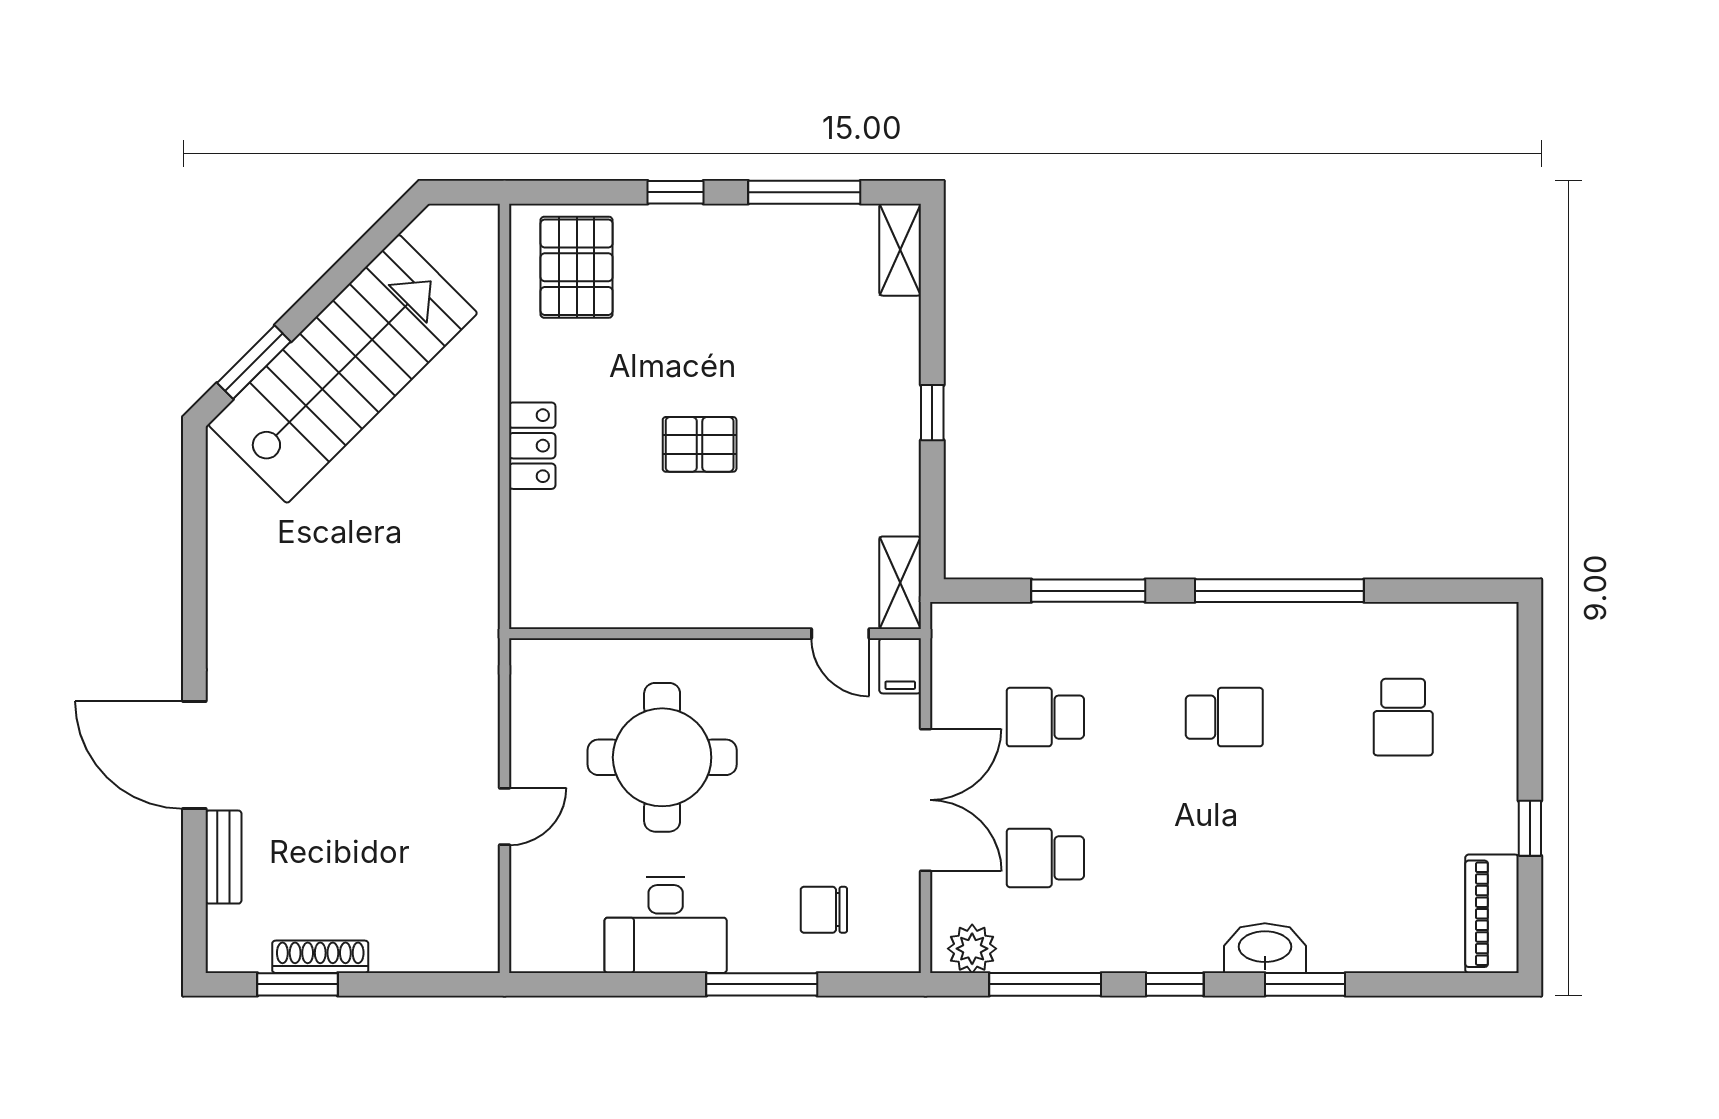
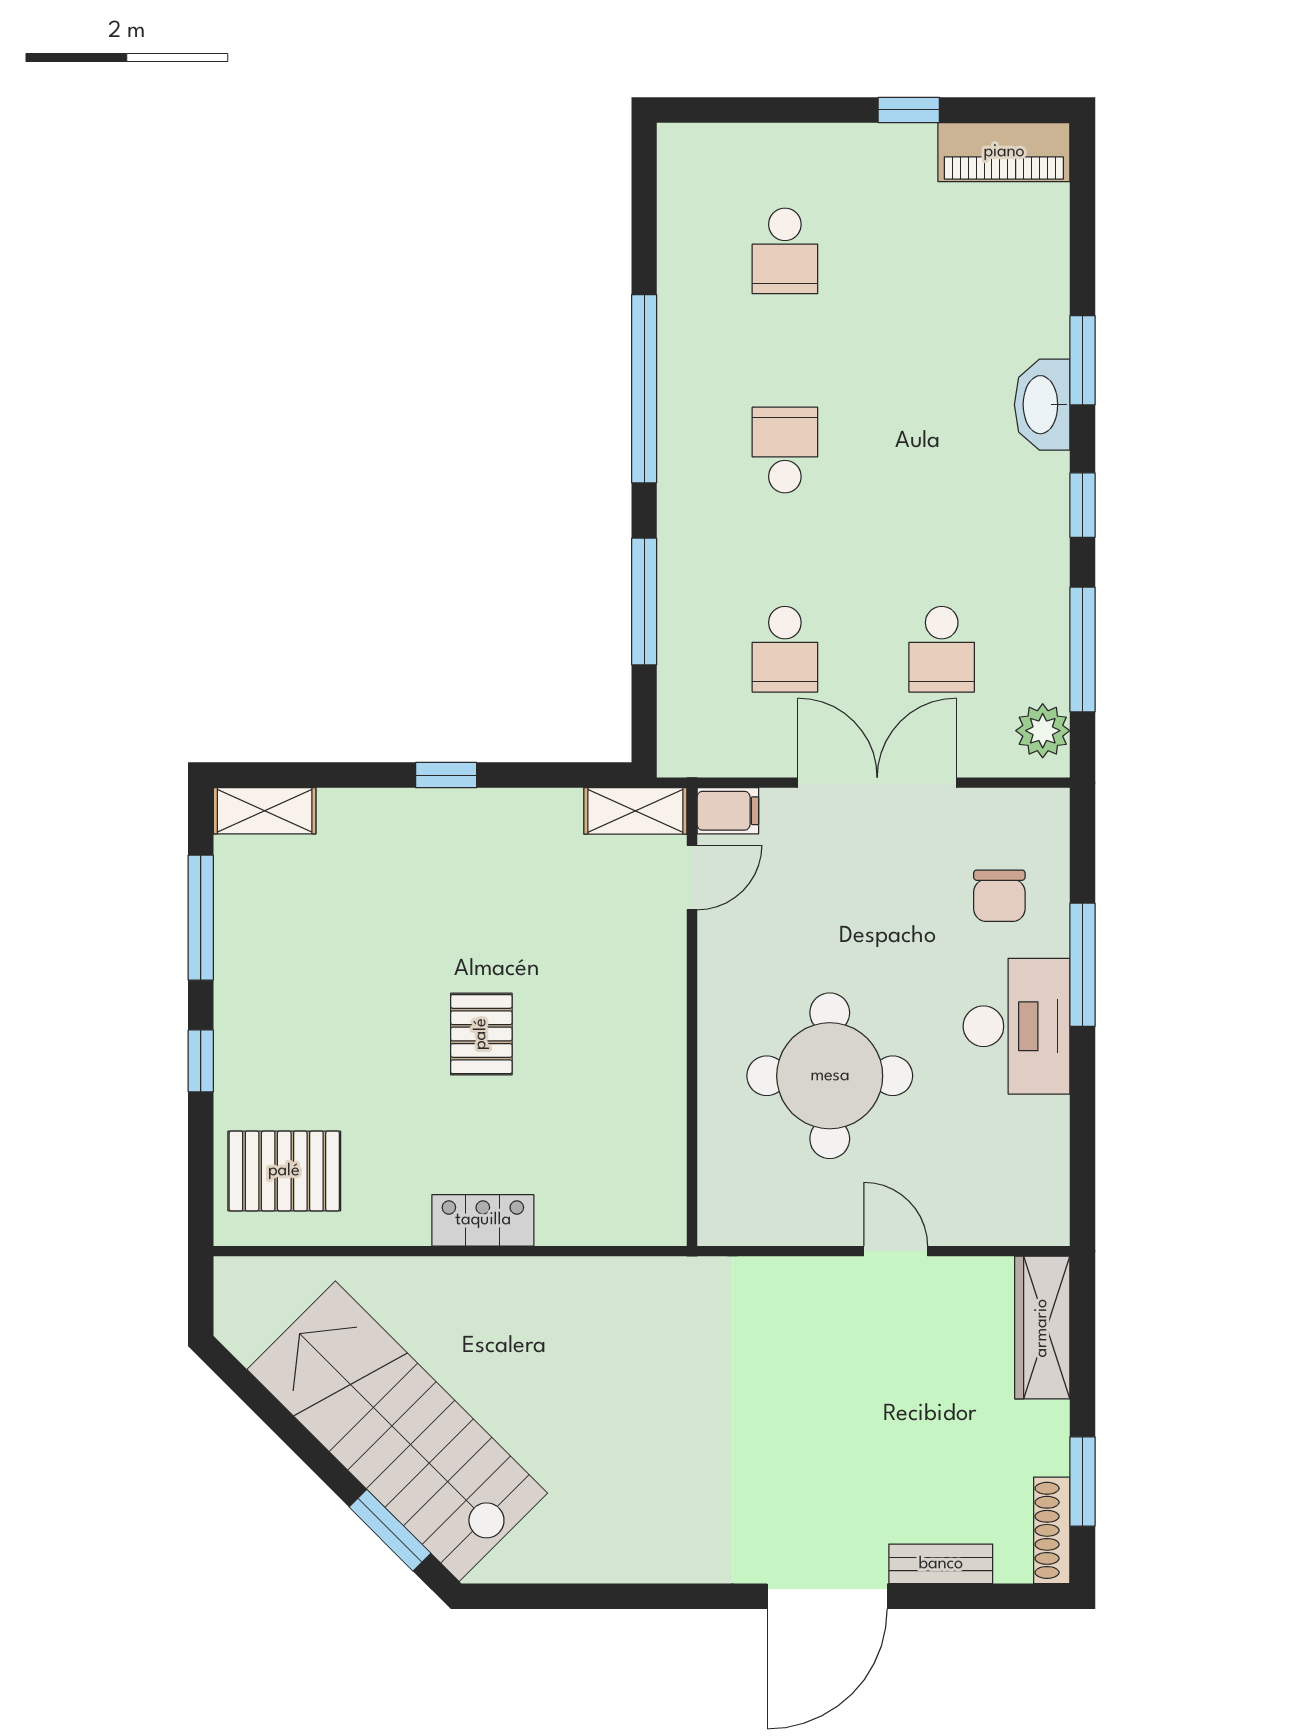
school desk: (1403, 717) -> (785, 251), turned 90
desk: (666, 925) -> (1017, 1026), moved
wardrobe: (436, 948) -> (1042, 1328), added
shoe rack: (320, 957) -> (1052, 1530), moved

